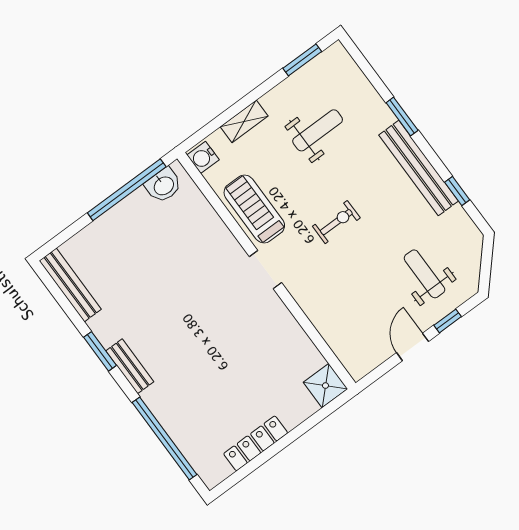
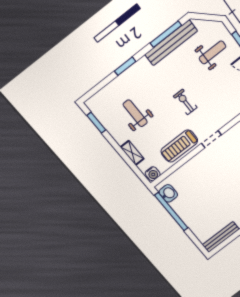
bench: (419, 168) -> (171, 43), moved
window: (457, 191) -> (166, 34), width x2.17
weight bench: (424, 274) -> (213, 52), turned 180

